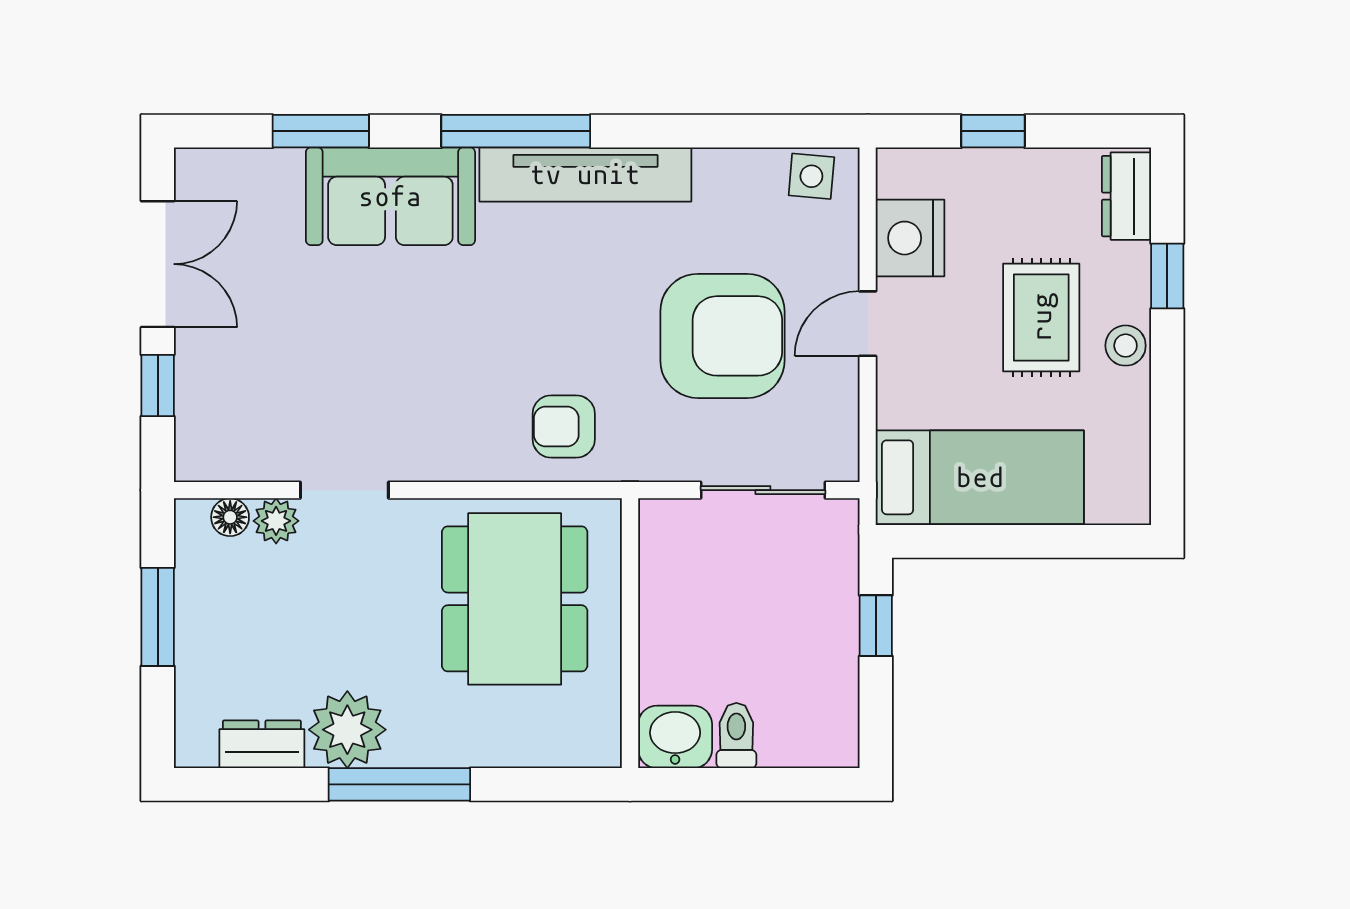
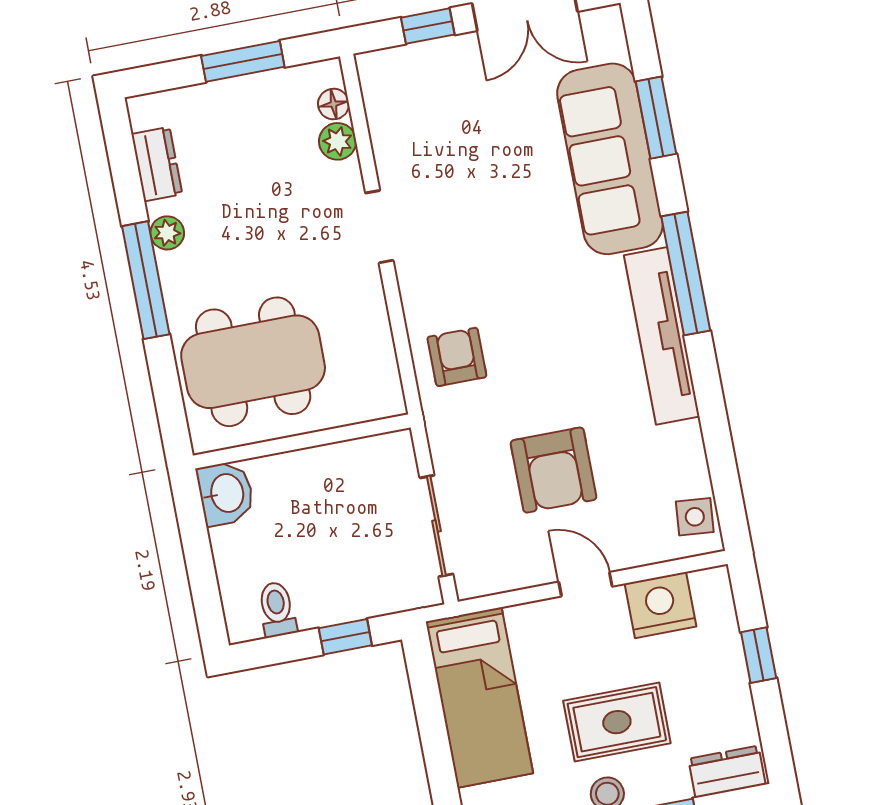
sofa: (390, 196) -> (610, 159), width x1.36
armchair: (722, 336) -> (554, 470), width x0.73, depth x0.73
doorway: (344, 490) -> (379, 227), moved
dining table: (515, 599) -> (253, 362), moved
plant: (347, 730) -> (167, 233), width x0.53, depth x0.53
toilet: (736, 736) -> (277, 609), moved, turned -90

